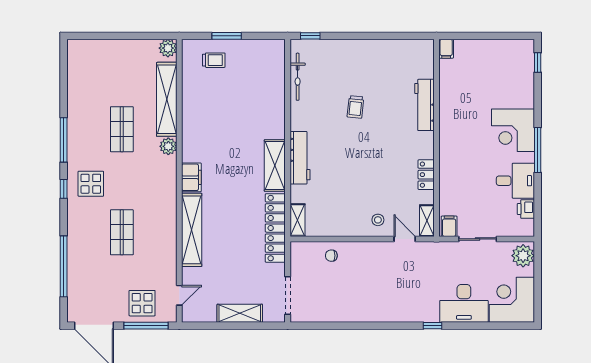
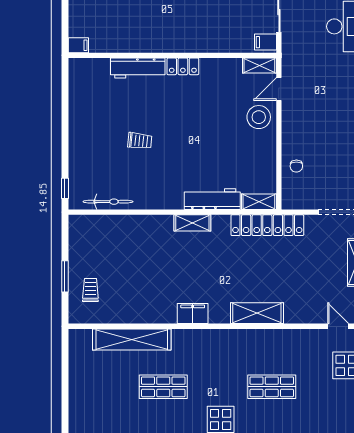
plant: (168, 48) -> (78, 338), removed
plant: (168, 146) -> (181, 338), removed
workbench: (300, 158) -> (212, 199), moved
shelving: (275, 166) -> (192, 223), width x0.67, depth x0.75
locker: (426, 175) -> (183, 66), moved
filing cabinet: (191, 177) -> (193, 314), moved
stool: (378, 220) -> (259, 117), width x1.89, depth x1.89
shelving: (192, 230) -> (257, 313), width x0.68

